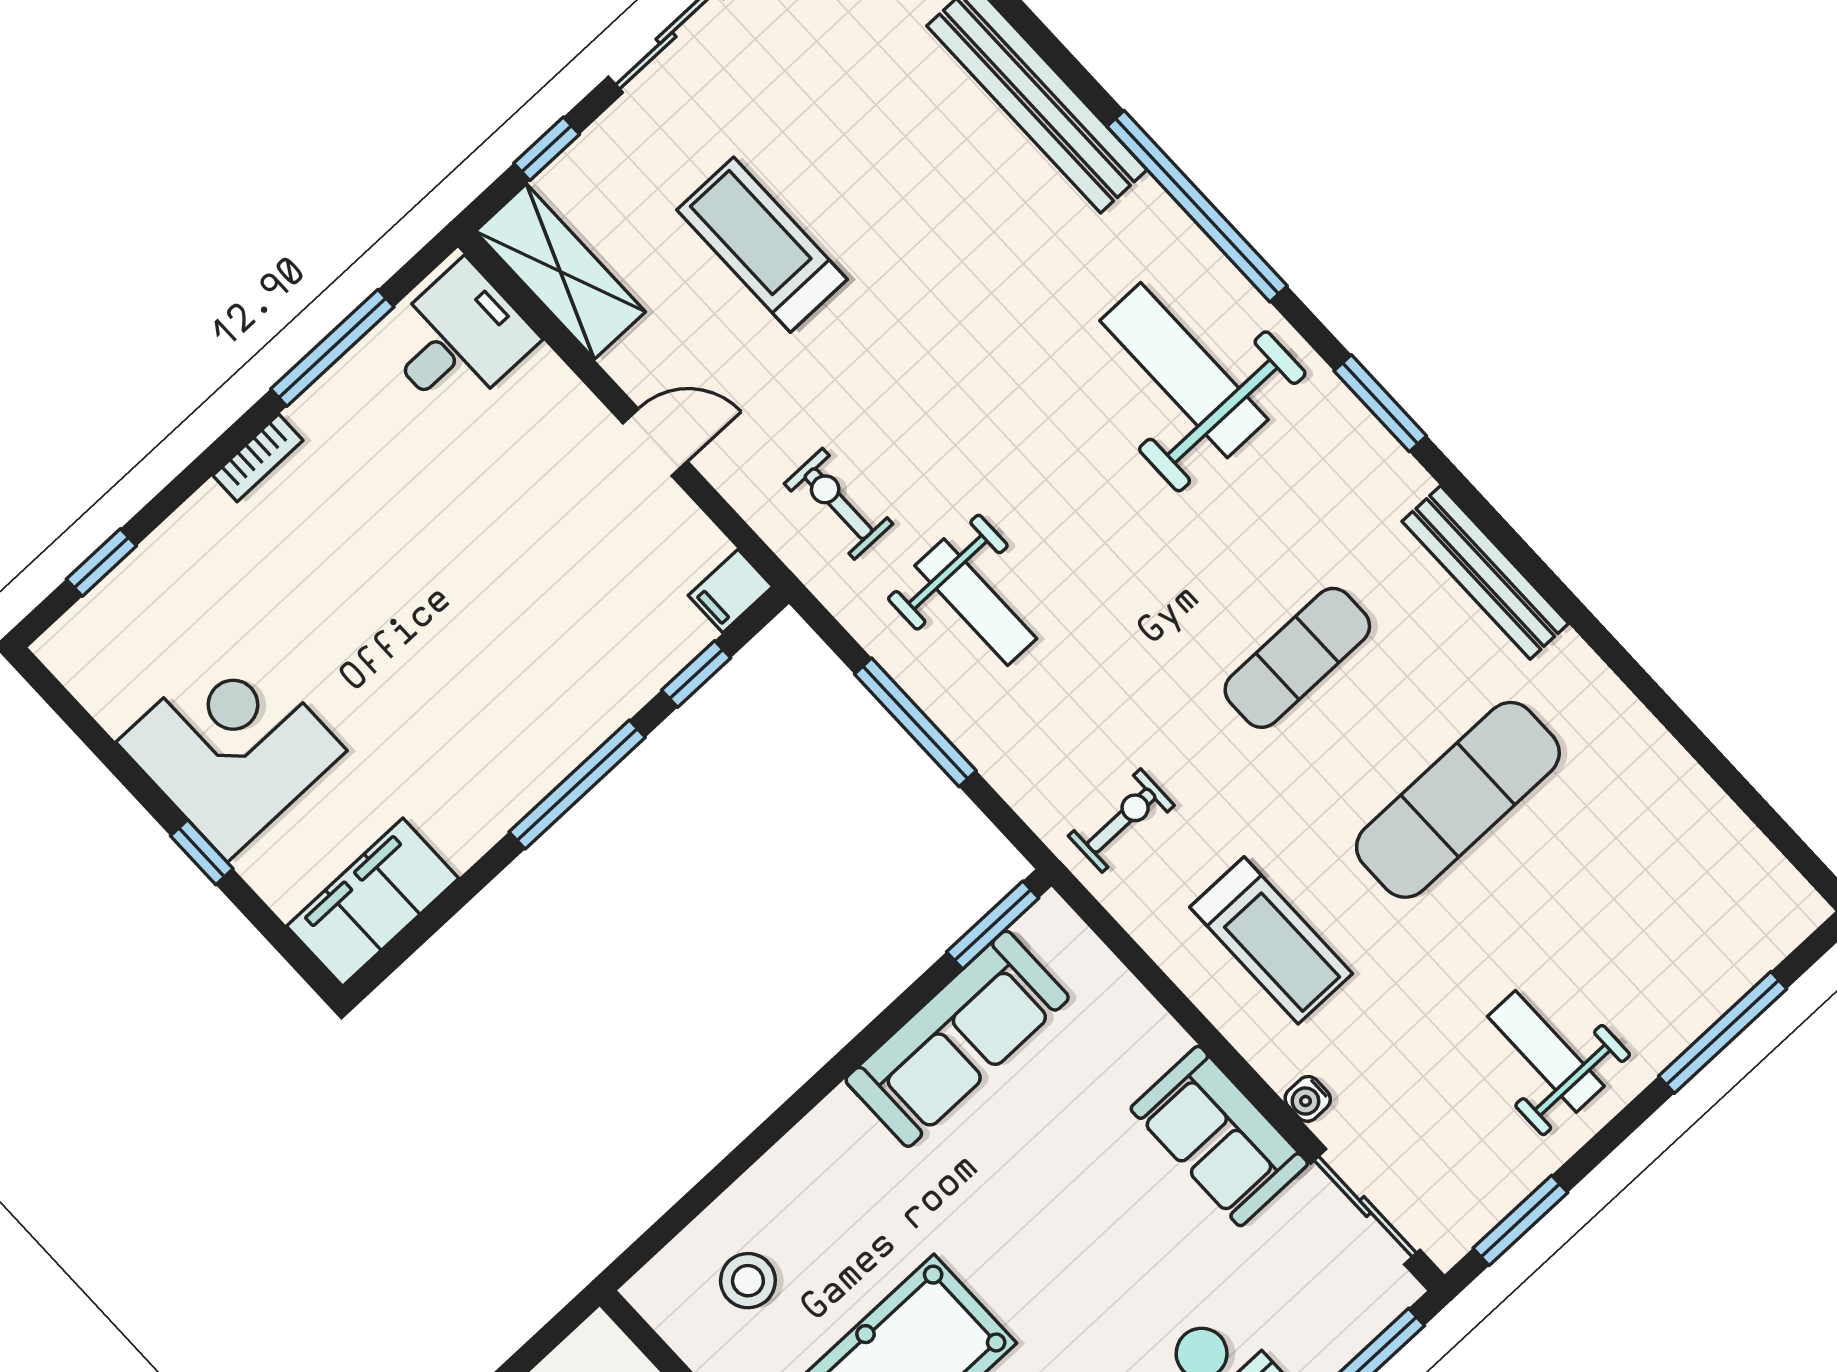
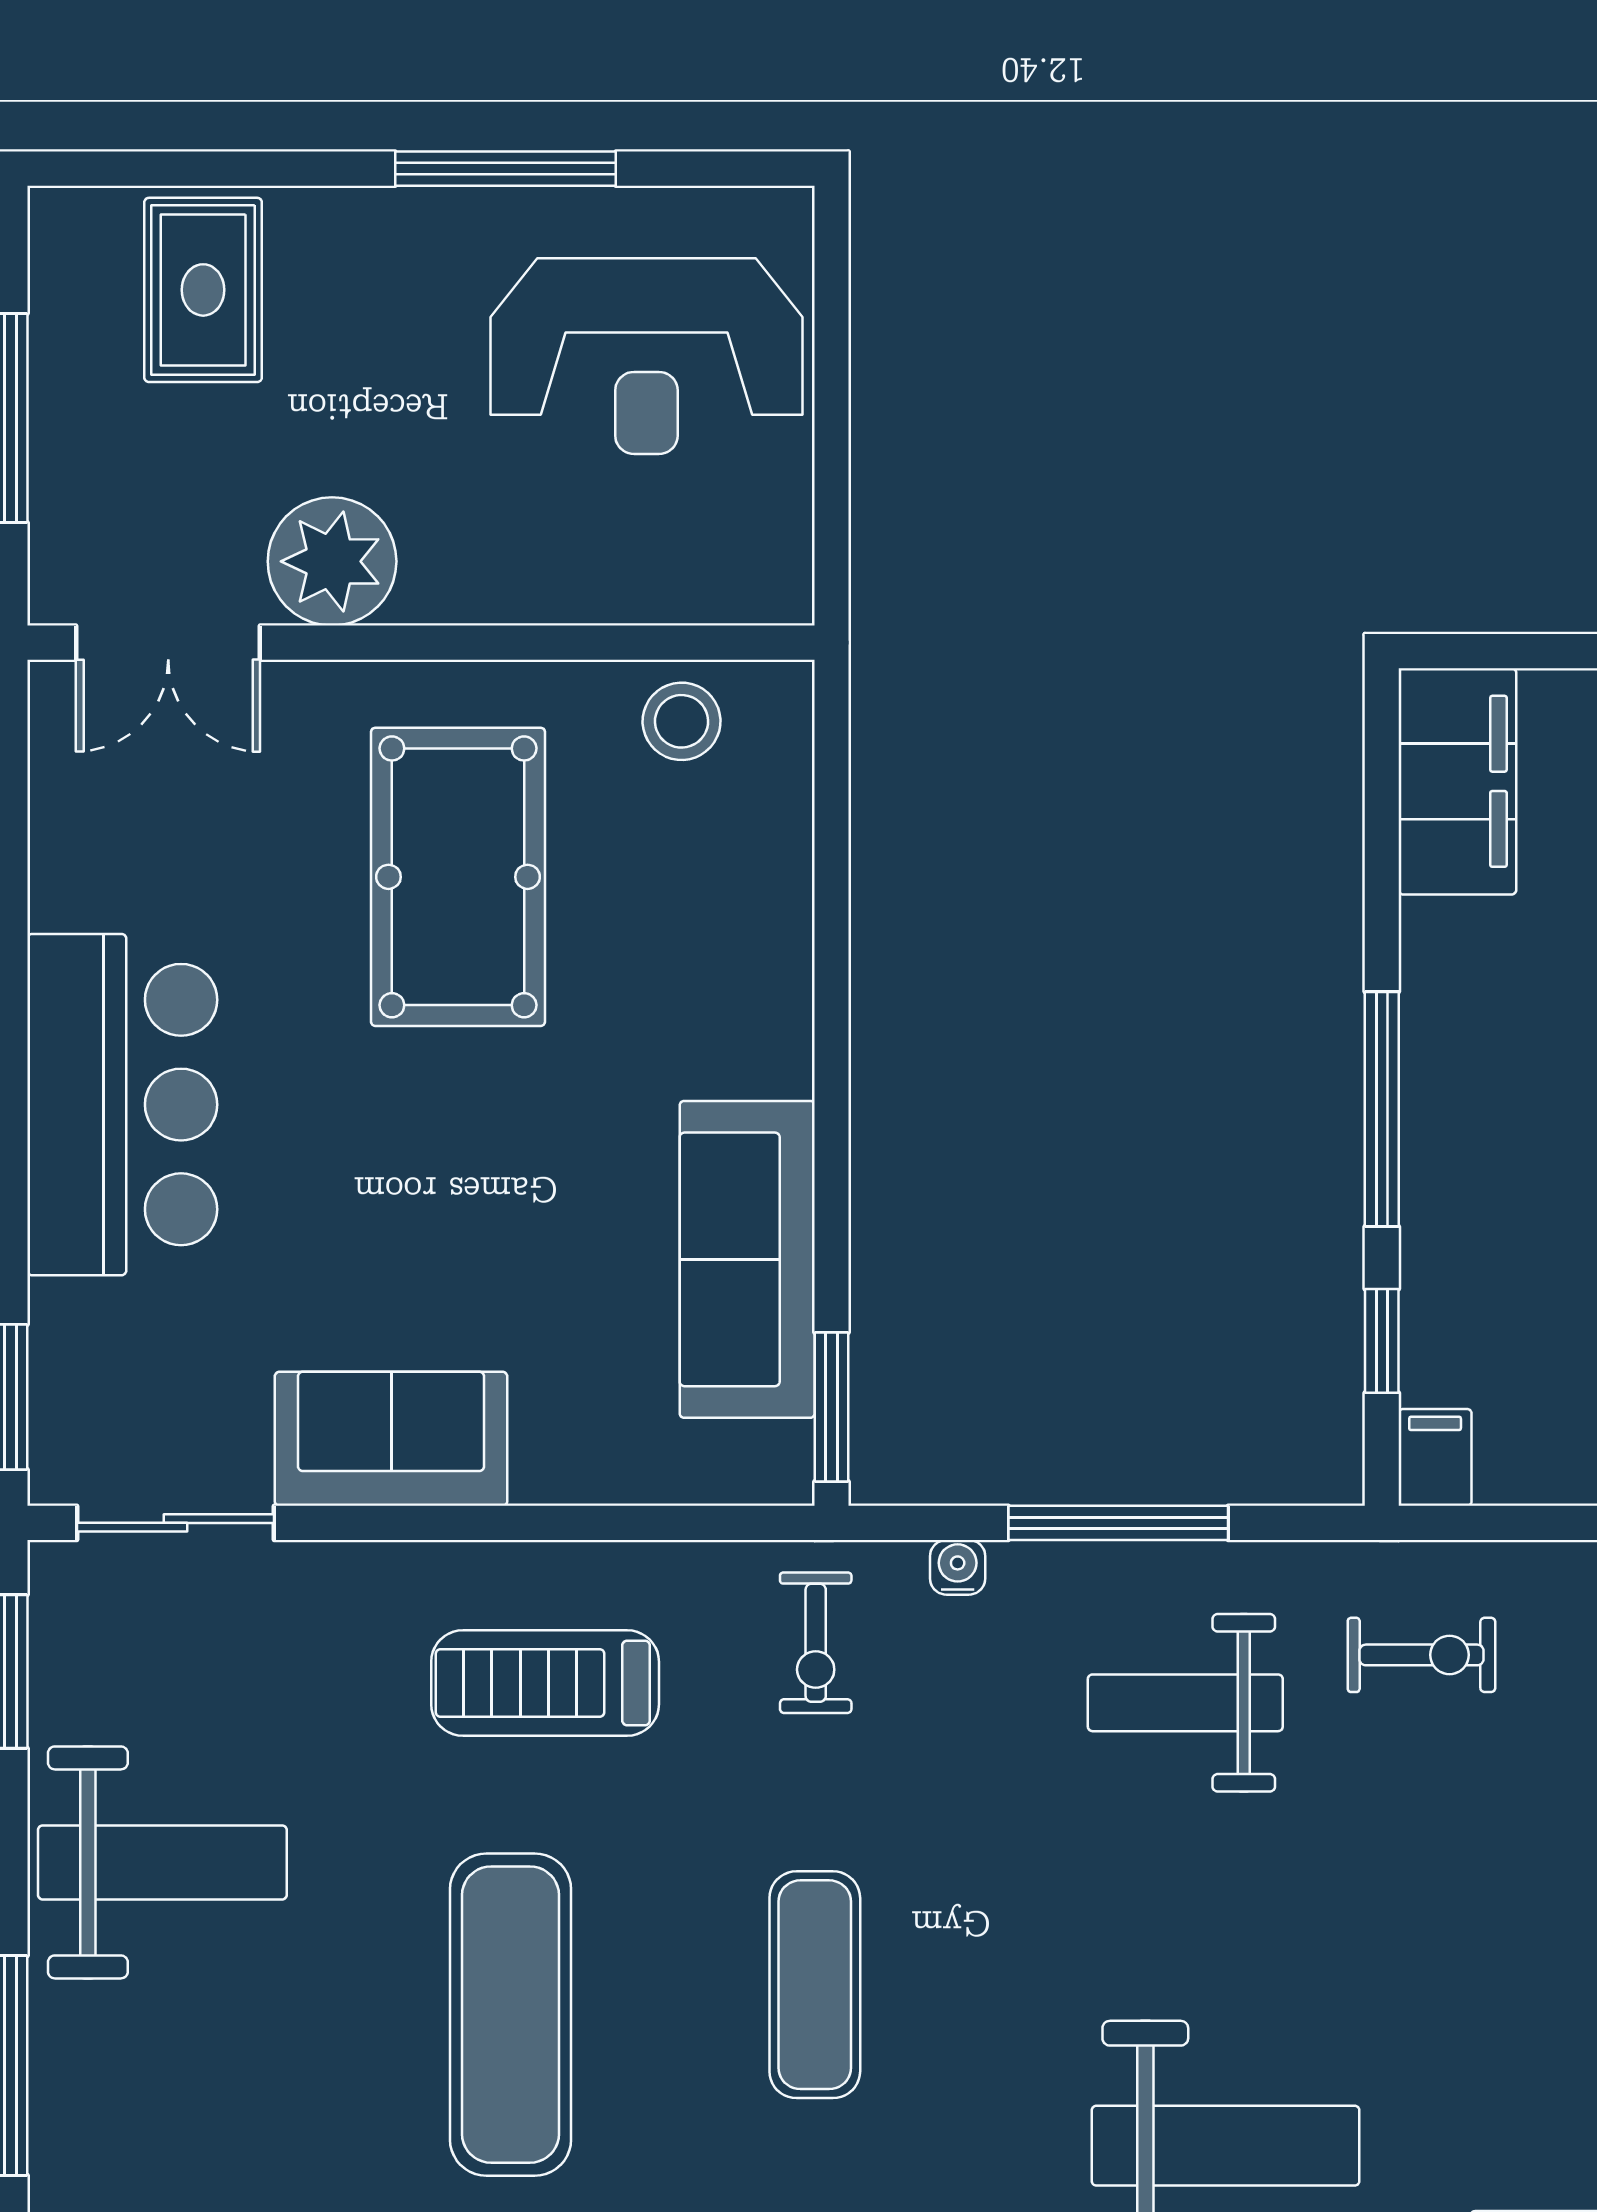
weight bench: (1546, 1051) -> (162, 1862), width x1.36, depth x1.33
water cooler: (1308, 1099) -> (958, 1567), moved
stool: (748, 1281) -> (682, 721), moved

